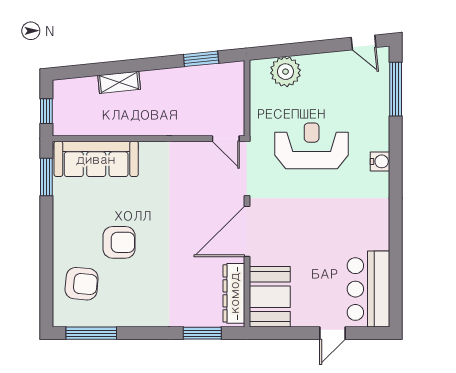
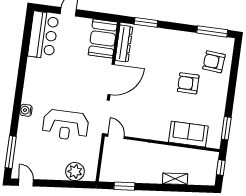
sofa: (96, 159) -> (188, 134), width x0.73

